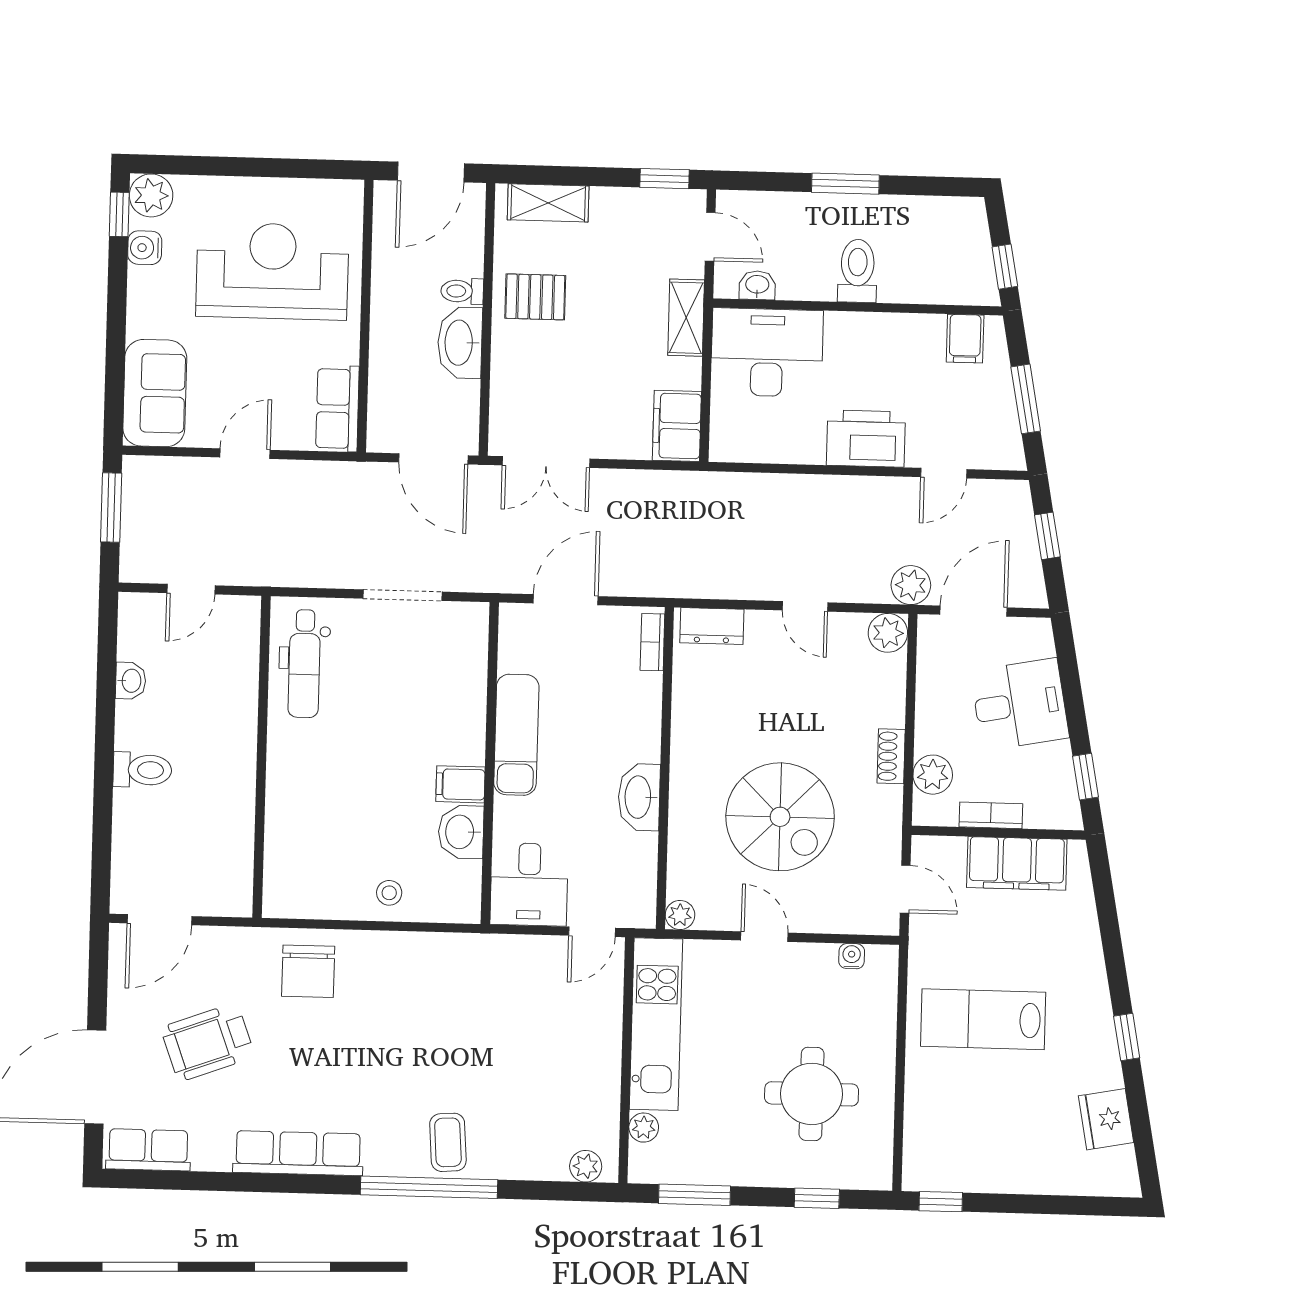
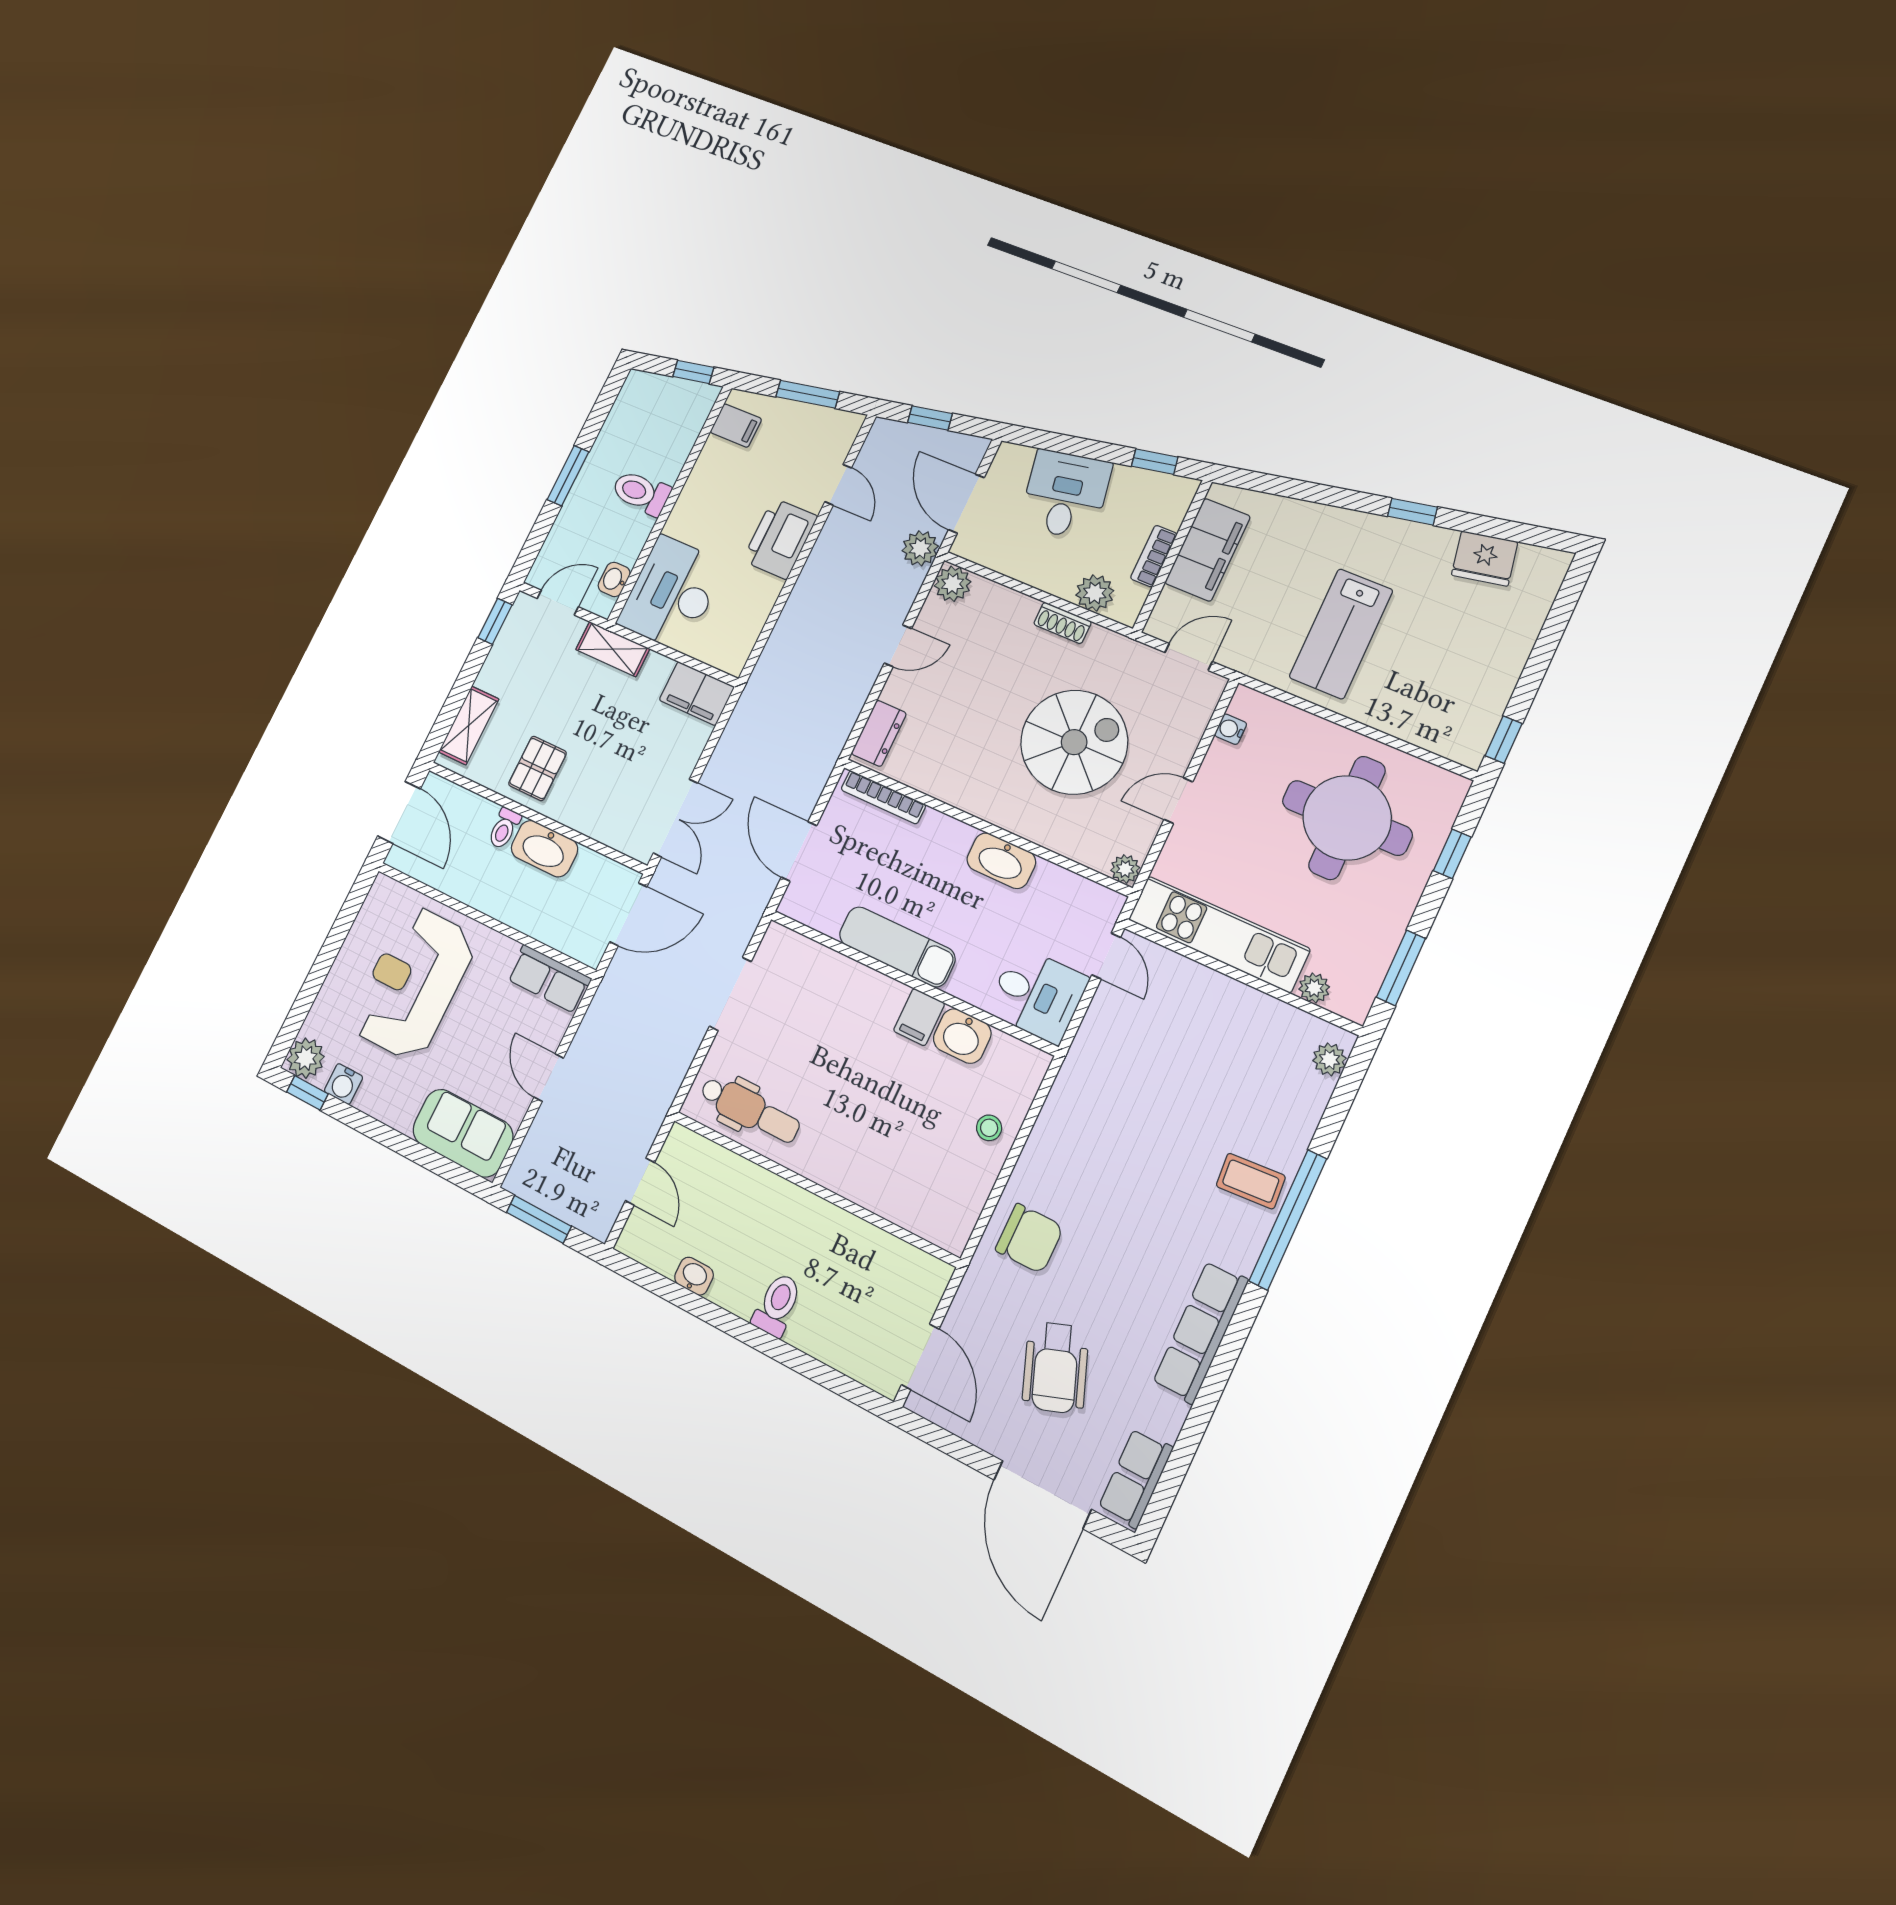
bookcase: (652, 642) -> (883, 797), width x1.56
round table: (812, 1094) -> (1347, 818), width x1.36, depth x1.36

